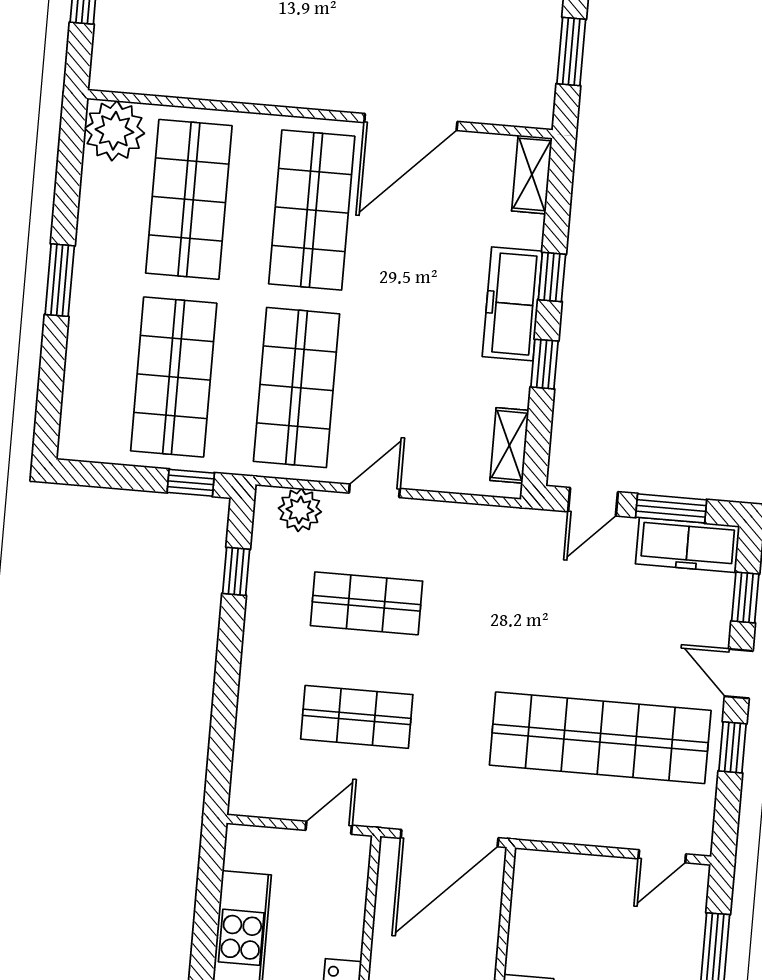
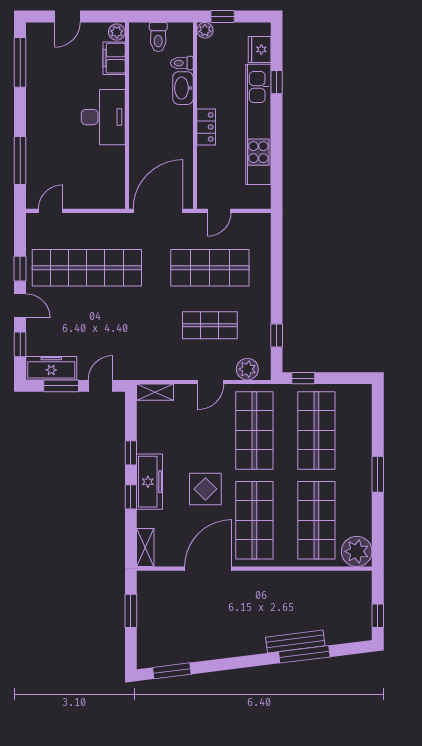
display table: (403, 280) -> (205, 489), added
shelving: (509, 445) -> (155, 392), moved, turned 90
shop shelf: (357, 717) -> (210, 268), width x1.43, depth x1.36

